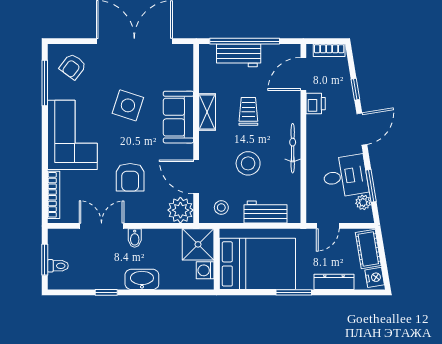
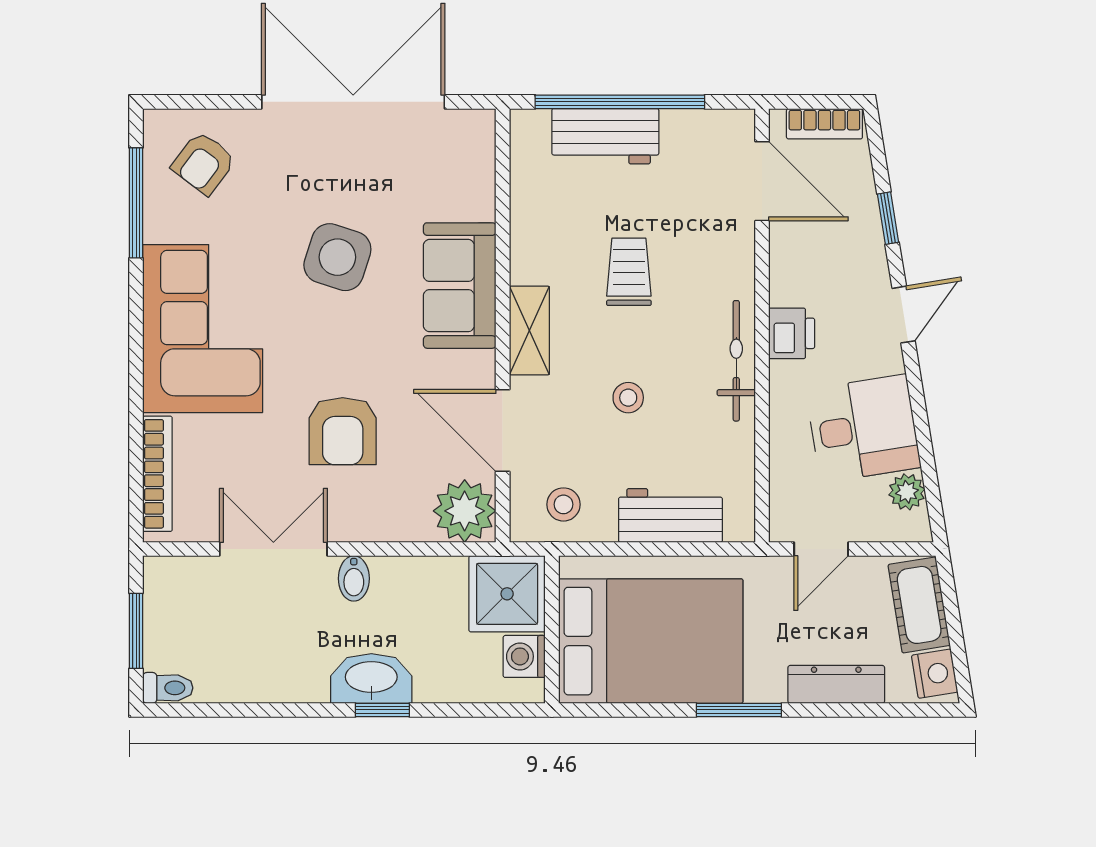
door: (303, 74) -> (762, 181), swing flipped
printer: (316, 104) -> (792, 333), moved
shelving: (207, 112) -> (529, 330), moved
door: (362, 129) -> (904, 315), width x0.73
stool: (248, 163) -> (628, 398), width x0.53, depth x0.53
window: (371, 186) -> (926, 452), removed
toilet: (58, 266) -> (168, 688), moved
window: (106, 292) -> (382, 710), moved

